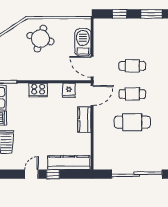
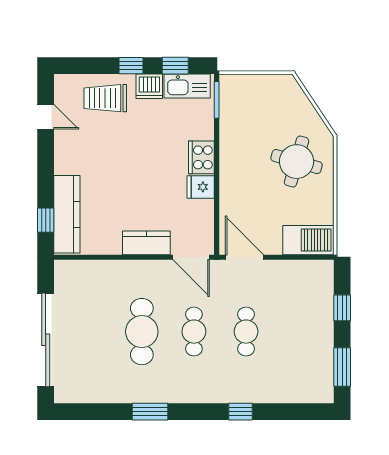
barbecue: (83, 42) -> (308, 240), moved
door: (92, 67) -> (244, 257), hinge flipped
fridge: (69, 90) -> (201, 187), moved
door: (32, 174) -> (46, 117), moved
window: (53, 174) -> (46, 220), moved

